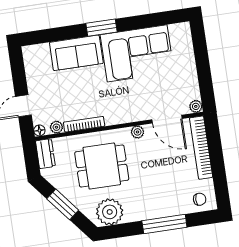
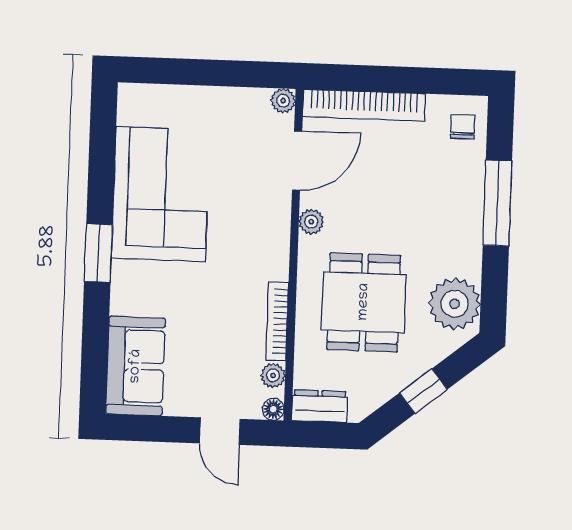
sofa: (76, 53) -> (136, 366), moved
window: (63, 204) -> (423, 391), width x0.67

